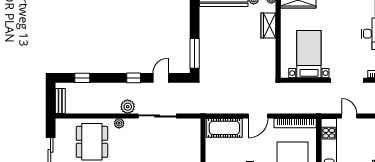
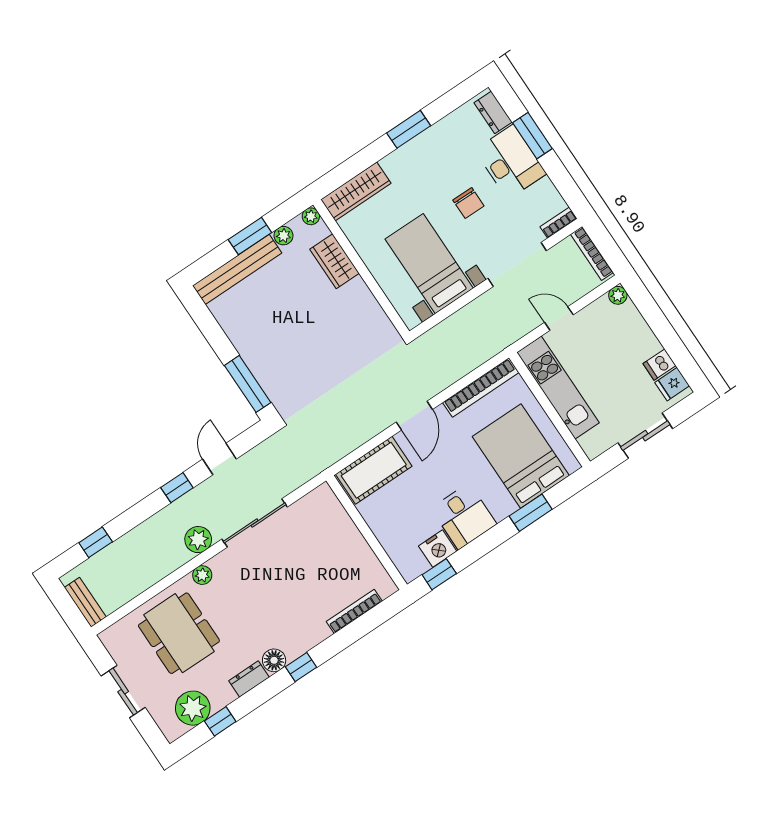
chair: (344, 39) -> (468, 203), added

